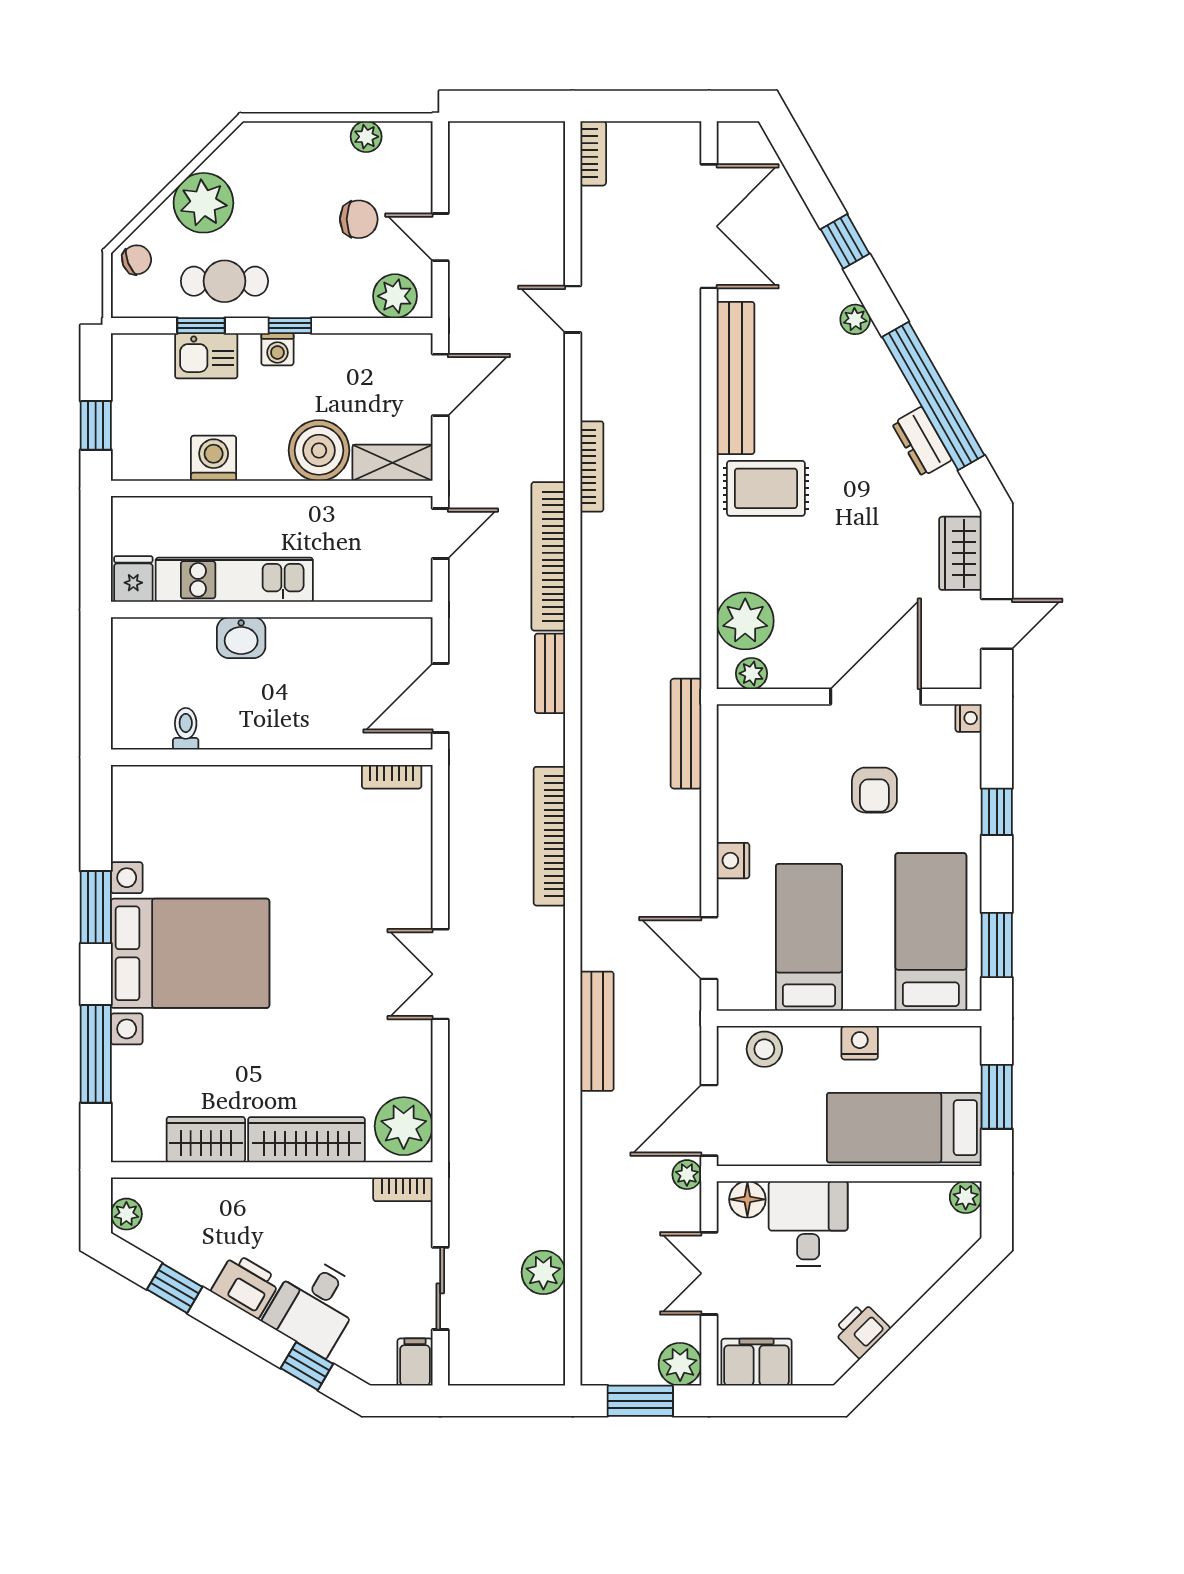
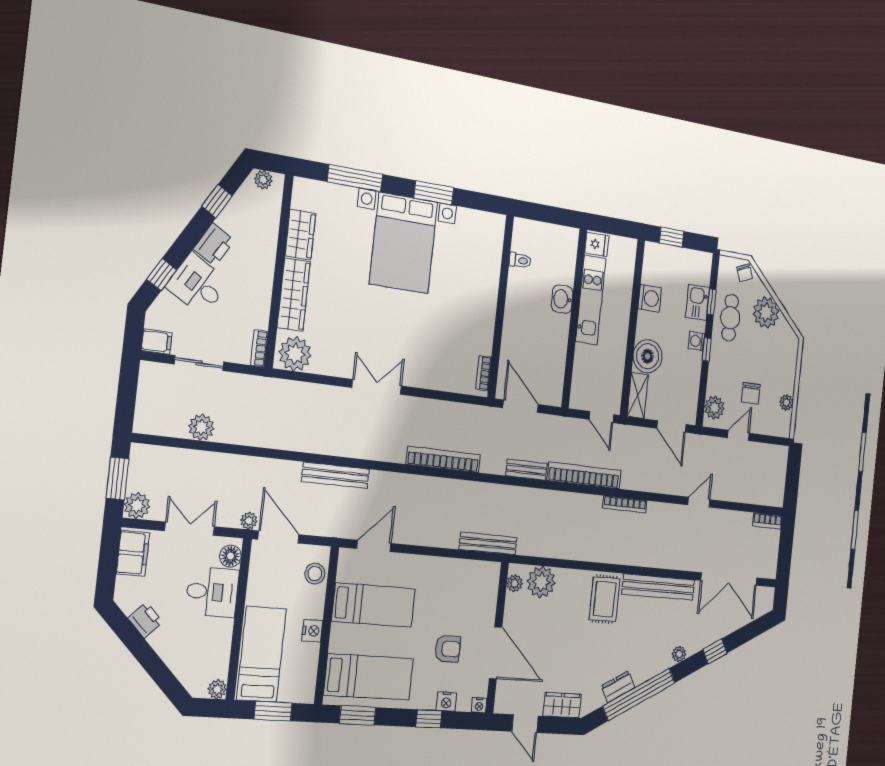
armchair: (874, 790) -> (448, 649), turned 180
nightstand: (733, 861) -> (446, 701), moved, turned 180

